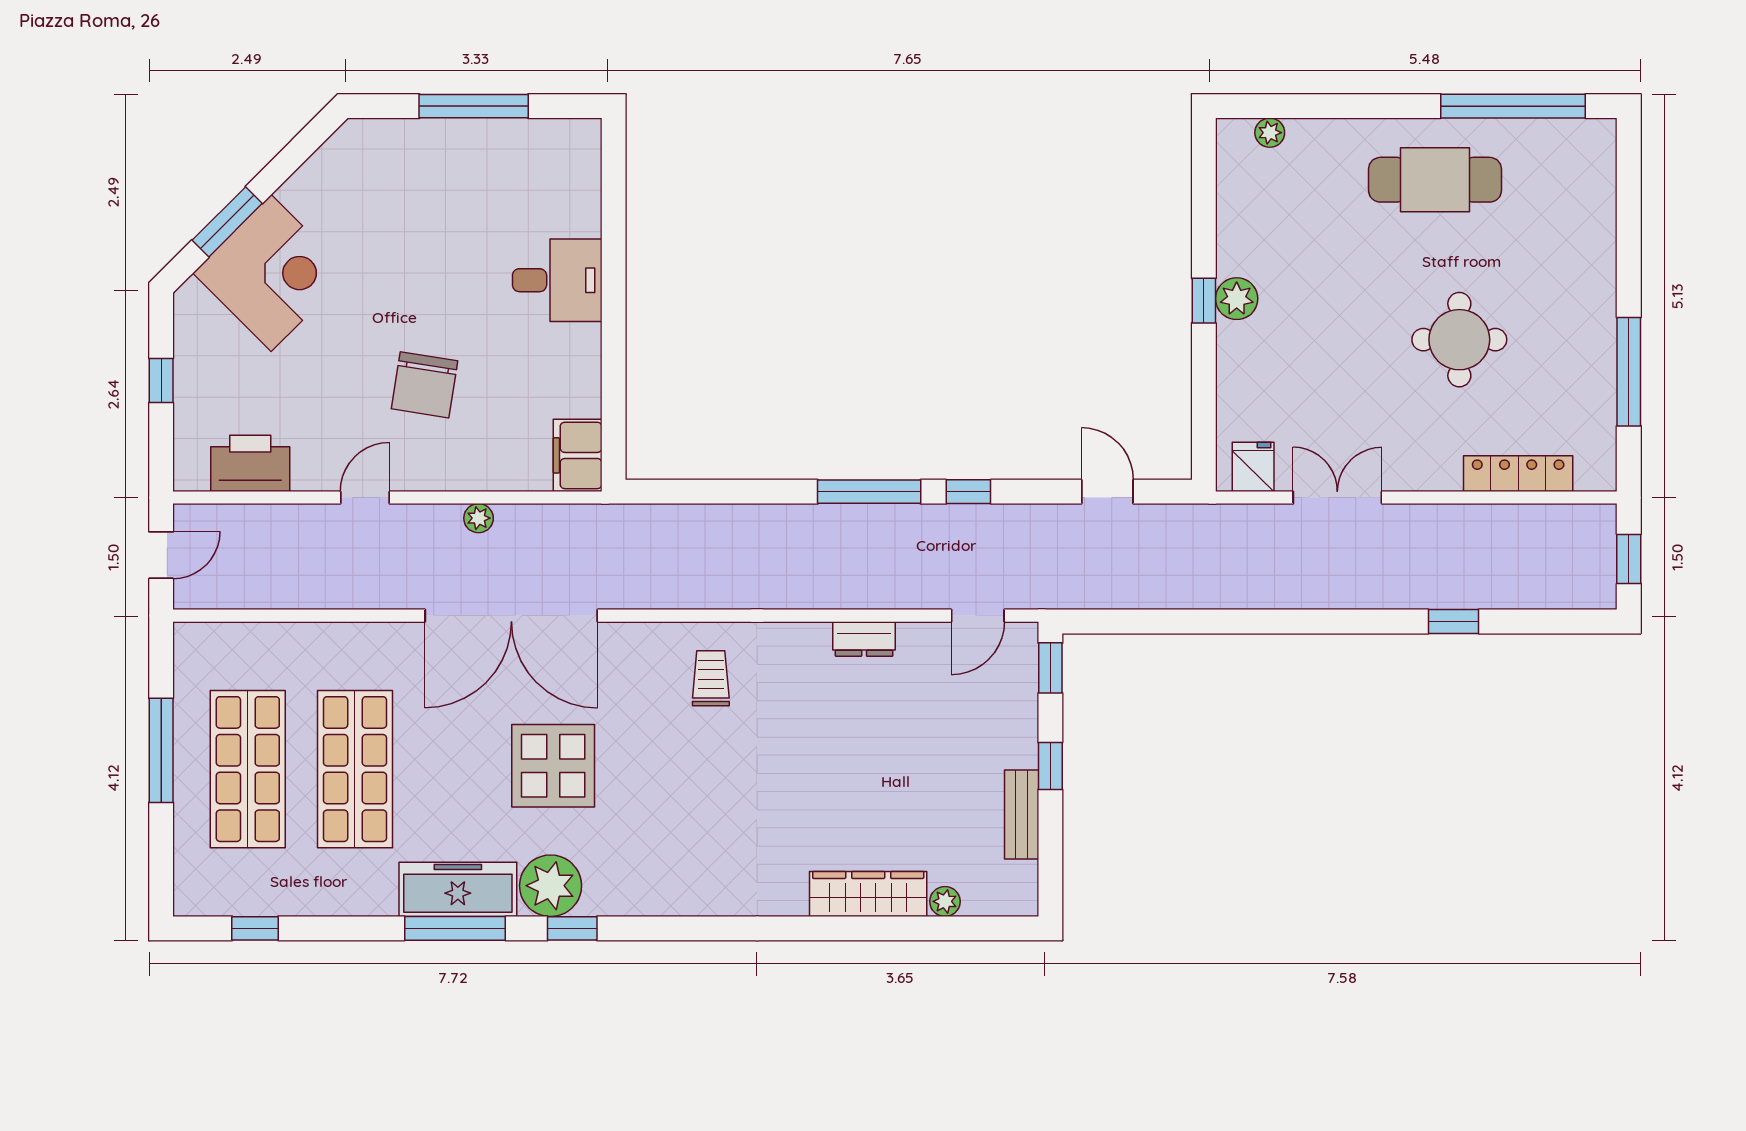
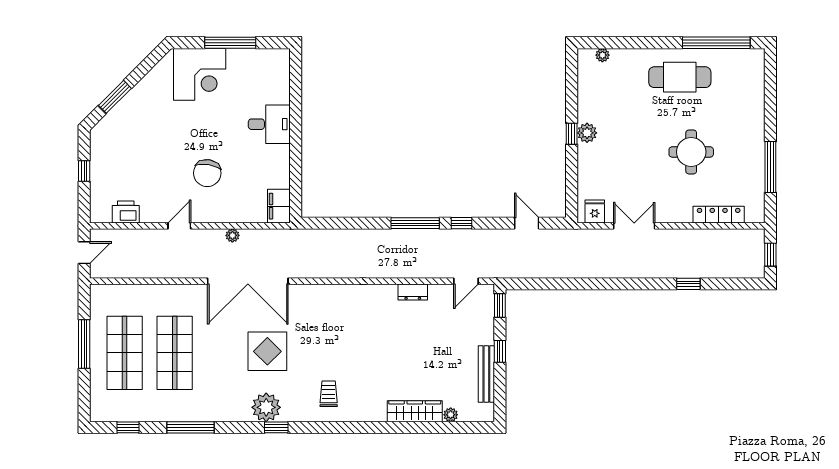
corner desk: (271, 273) -> (200, 74), moved, turned 45
printer: (250, 463) -> (126, 212), width x0.73, depth x0.84
trolley: (711, 678) -> (329, 394), moved
bench: (1022, 814) -> (486, 374), width x1.36
freezer: (458, 889) -> (223, 409), removed
window: (455, 928) -> (191, 427), moved

